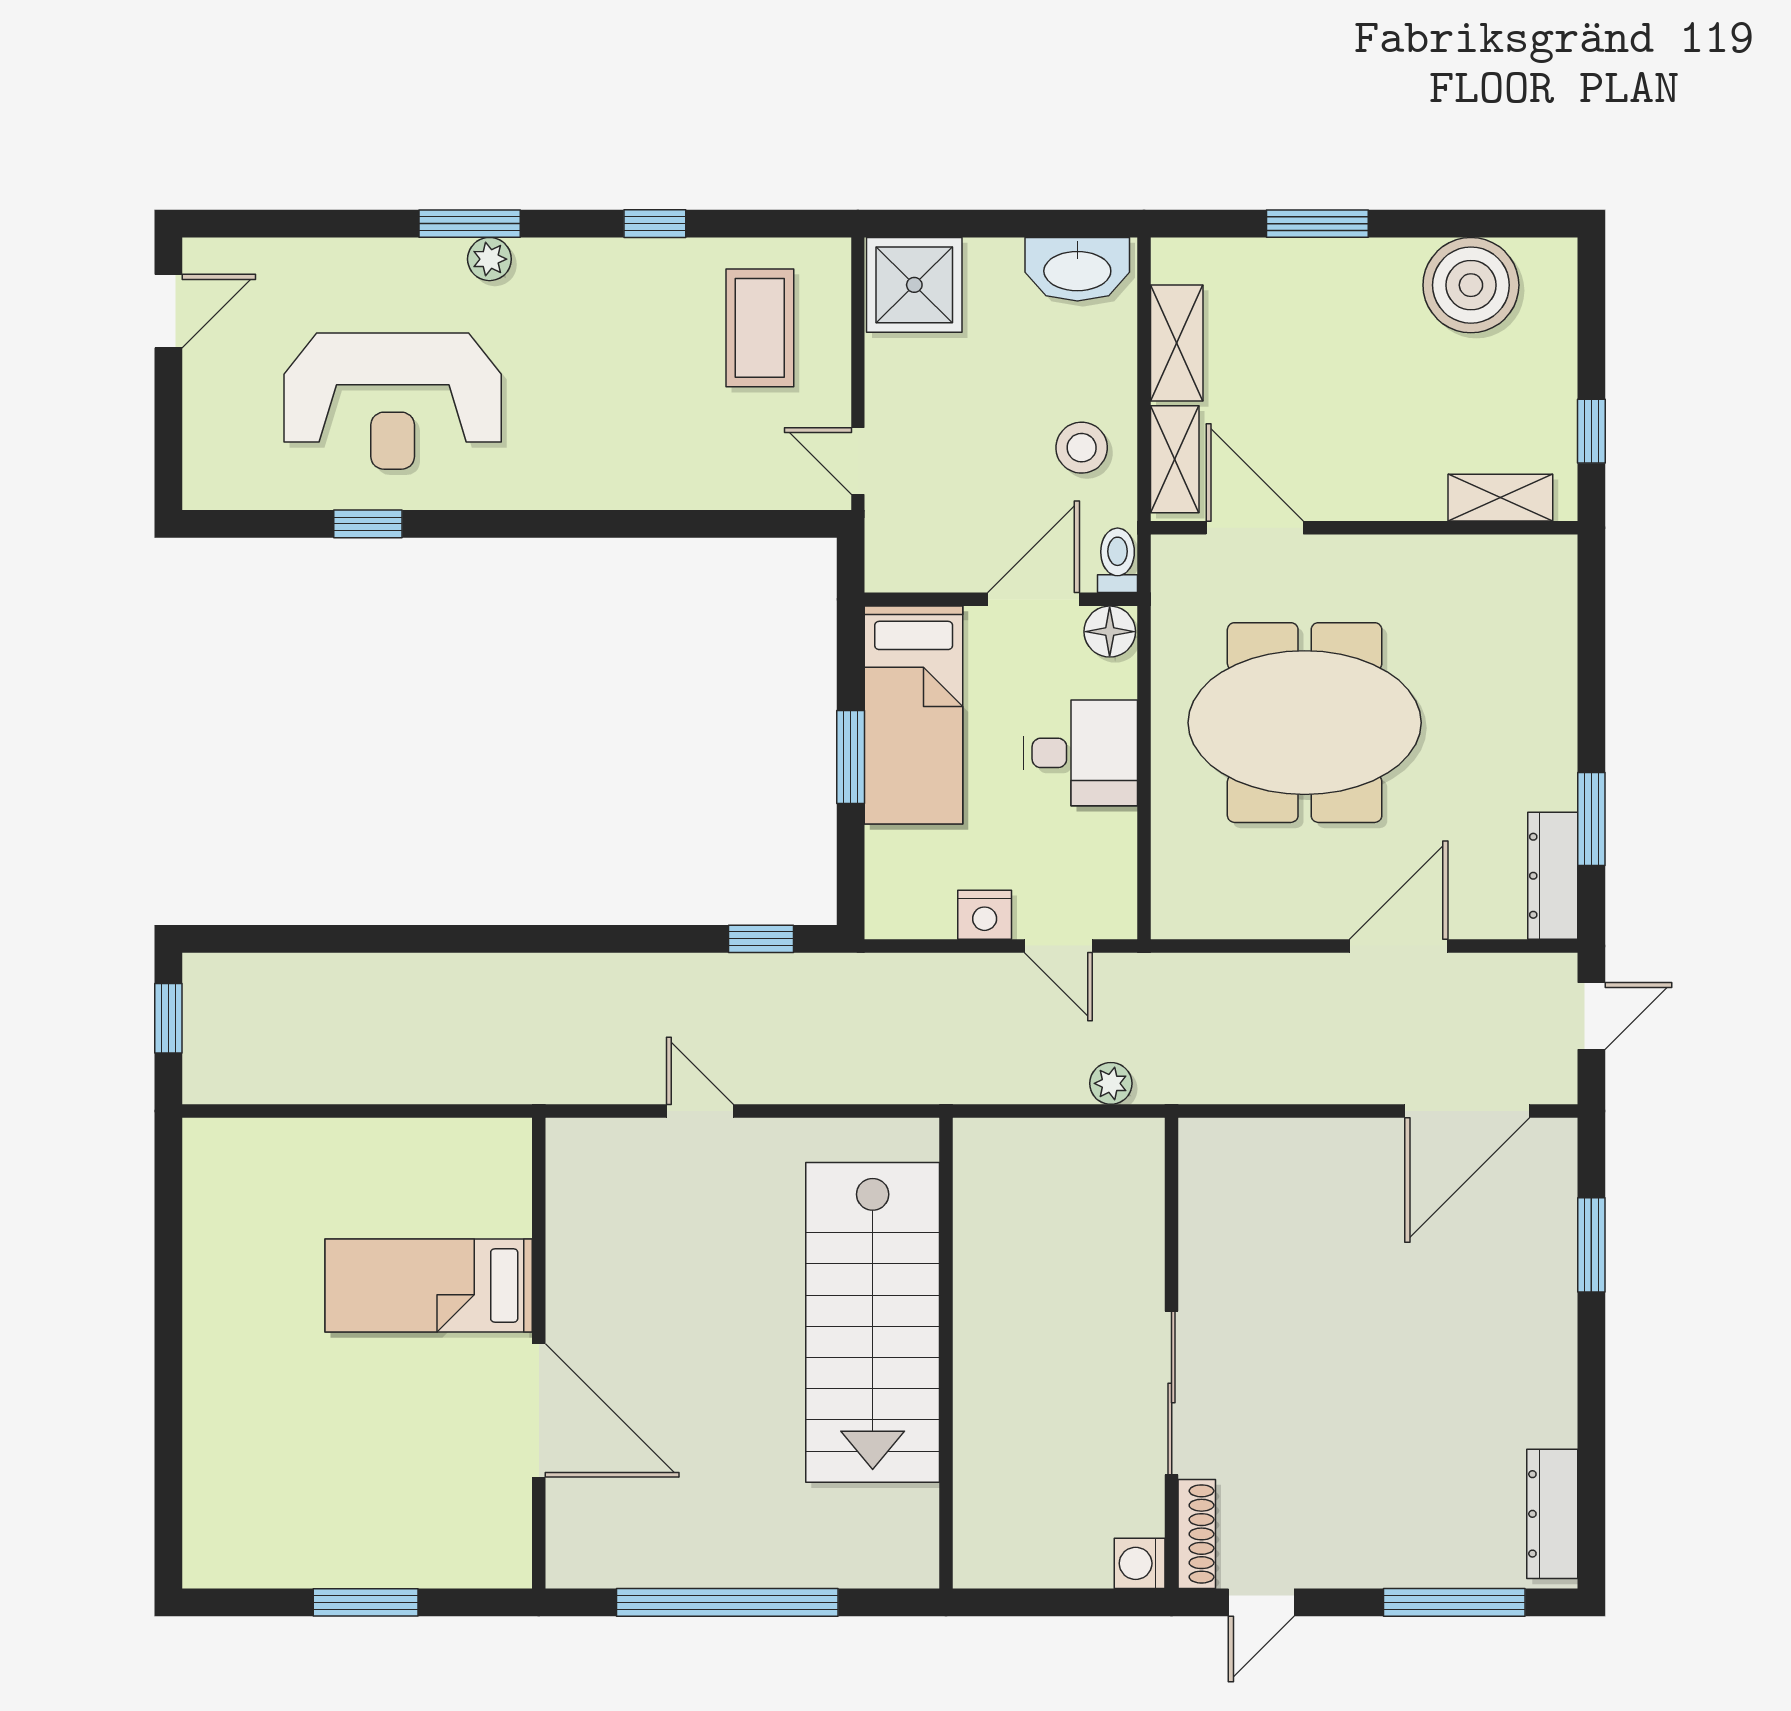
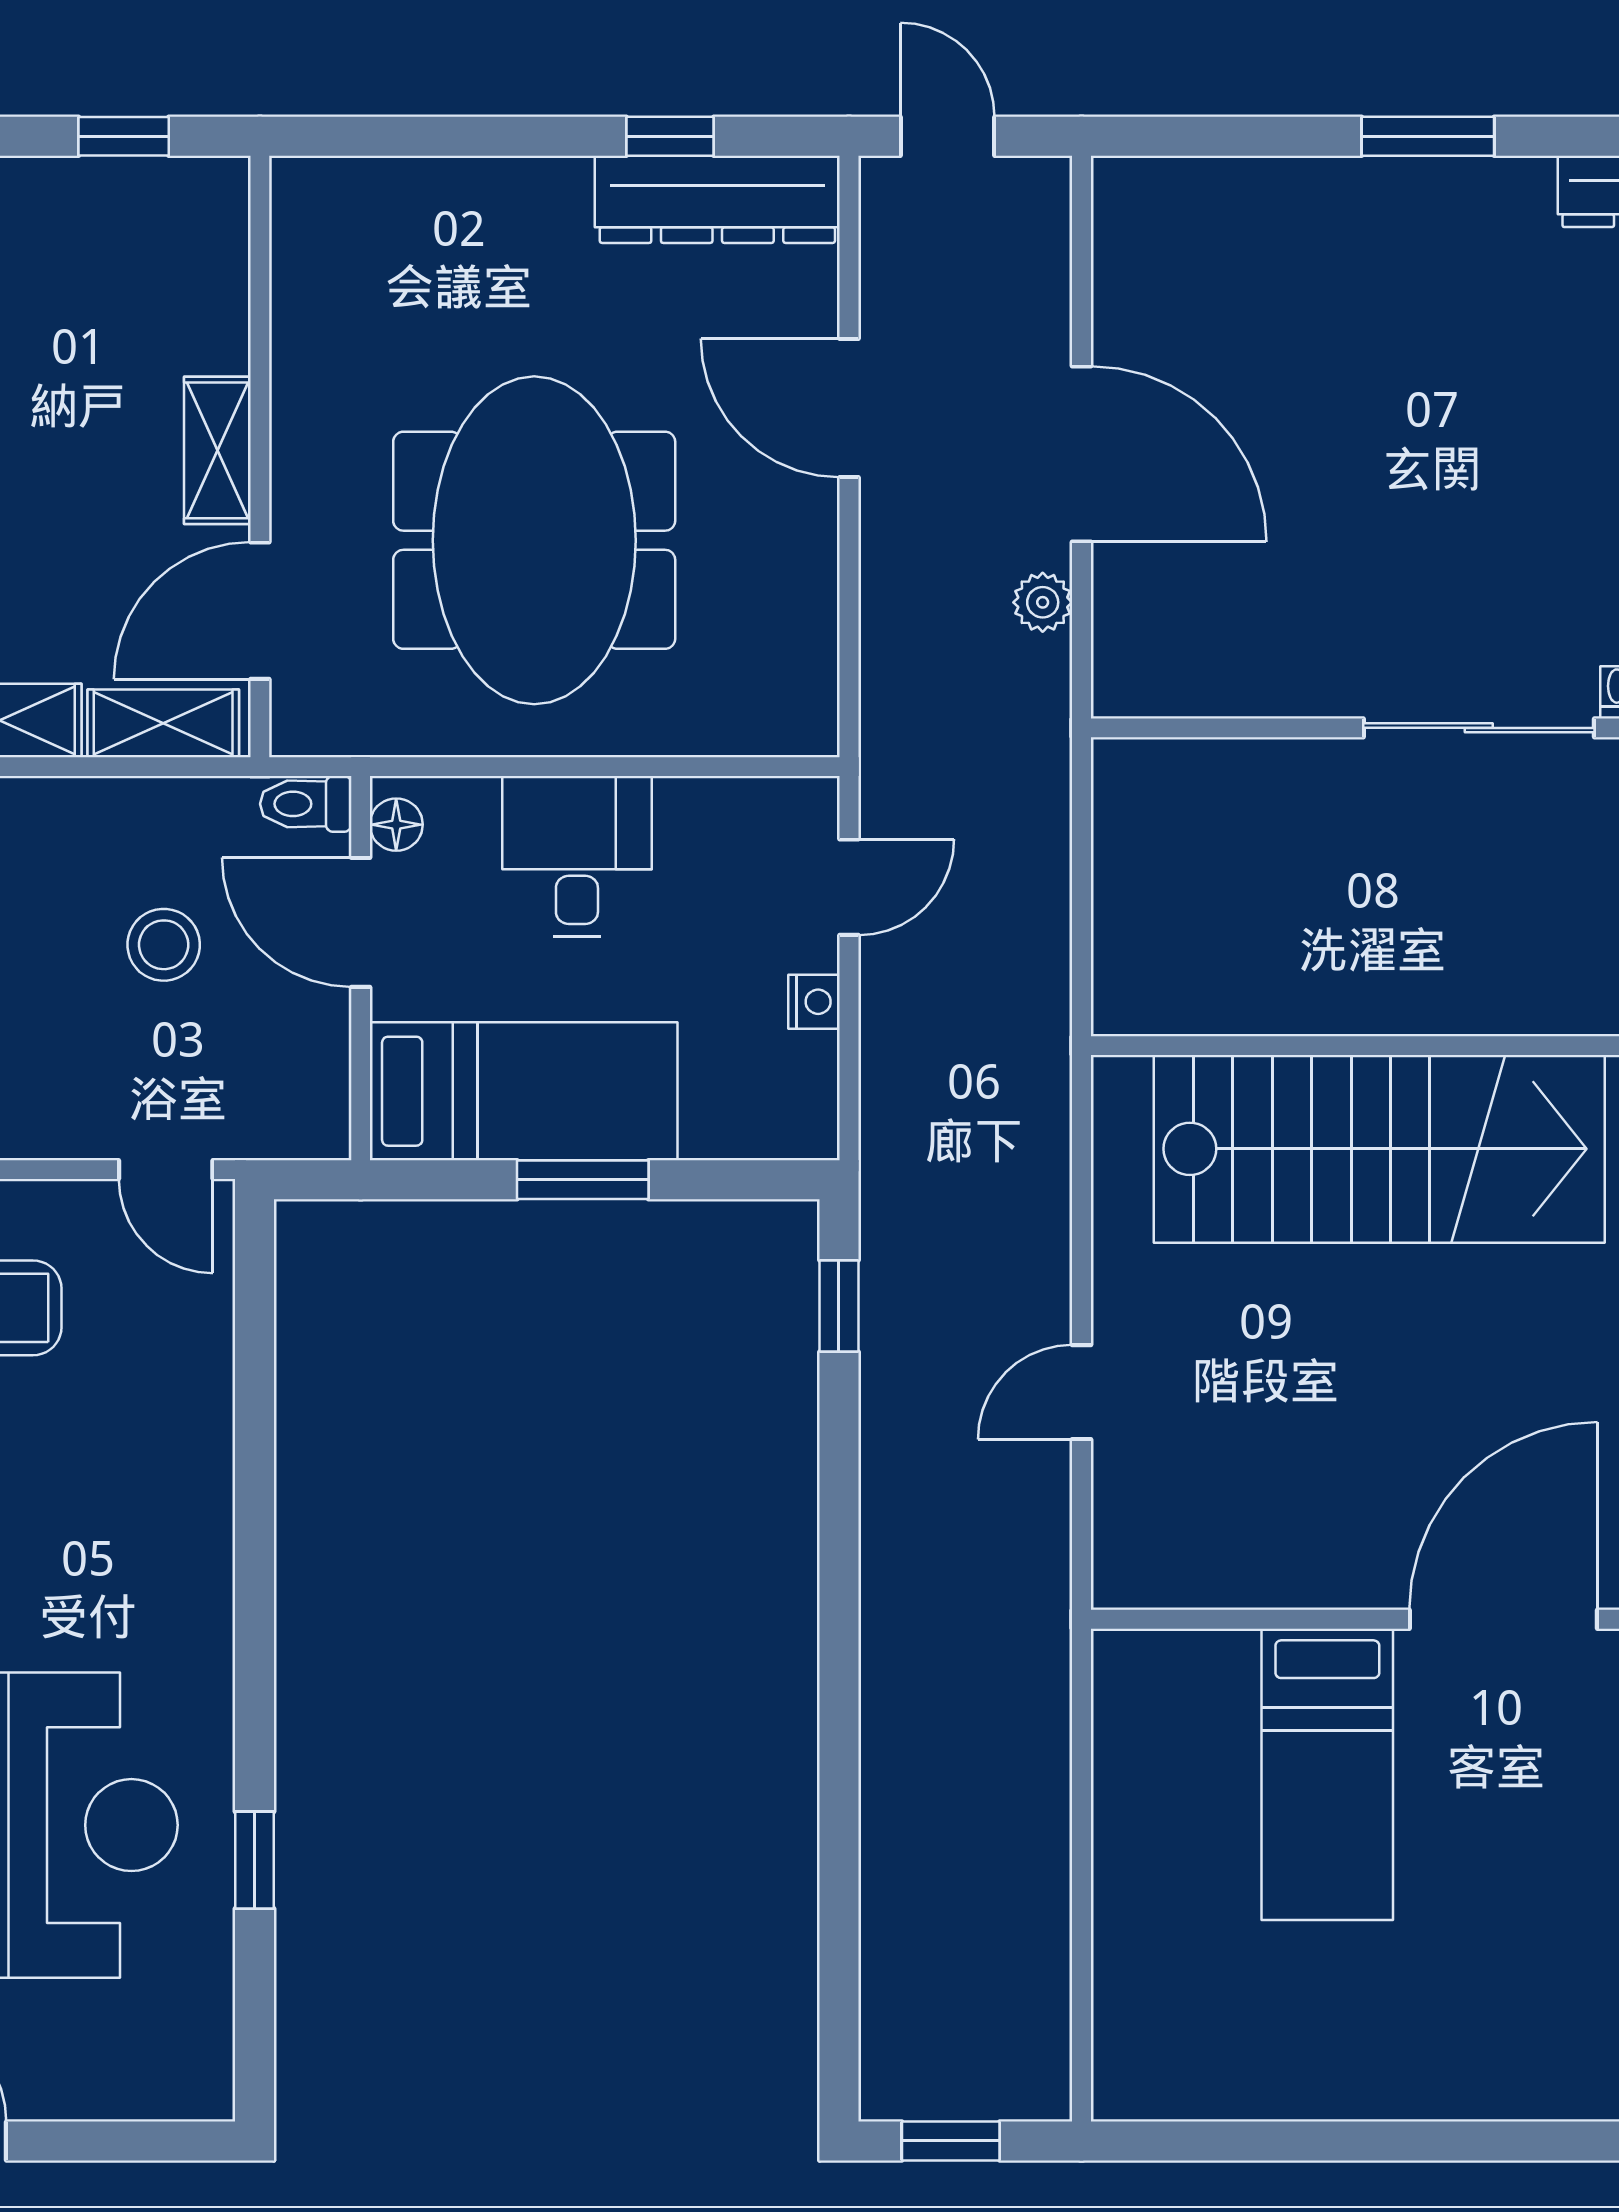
stool: (1082, 448) -> (164, 945), moved
door: (858, 461) -> (166, 1170), hinge flipped
shelving: (1500, 498) -> (217, 450), moved
floor lamp: (1110, 632) -> (396, 825), width x0.73, depth x0.73
window: (1591, 819) -> (670, 136), width x0.67
dresser: (1553, 876) -> (717, 199), width x1.37, depth x1.24
nightstand: (985, 915) -> (814, 1002), width x0.72, depth x0.74
plant: (1111, 1083) -> (1043, 602), moved
door: (1467, 1111) -> (1082, 454), moved
window: (1591, 1245) -> (1428, 136), moved

